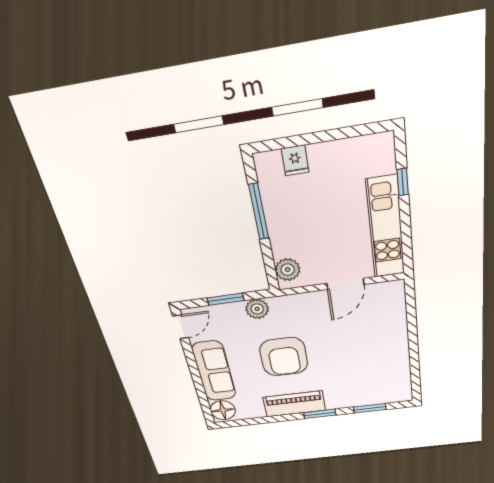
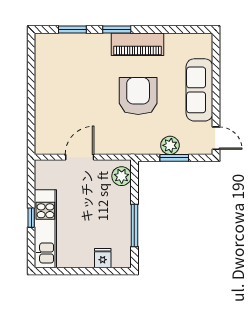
window: (403, 182) -> (31, 218), moved
kitchen unit: (386, 228) -> (45, 229), moved
plant: (257, 309) -> (170, 145), moved
door: (181, 327) -> (216, 138), swing flipped
floor lamp: (223, 410) -> (202, 46), removed

